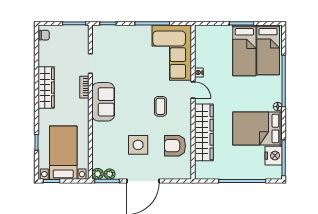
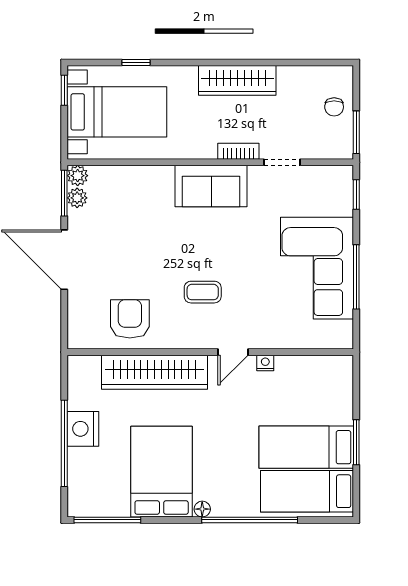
chair: (44, 35) -> (334, 107), moved
corner sofa: (172, 53) -> (317, 268), moved, turned -90
side table: (138, 145) -> (131, 251), removed
nightstand: (274, 156) -> (83, 429), moved, turned 90

